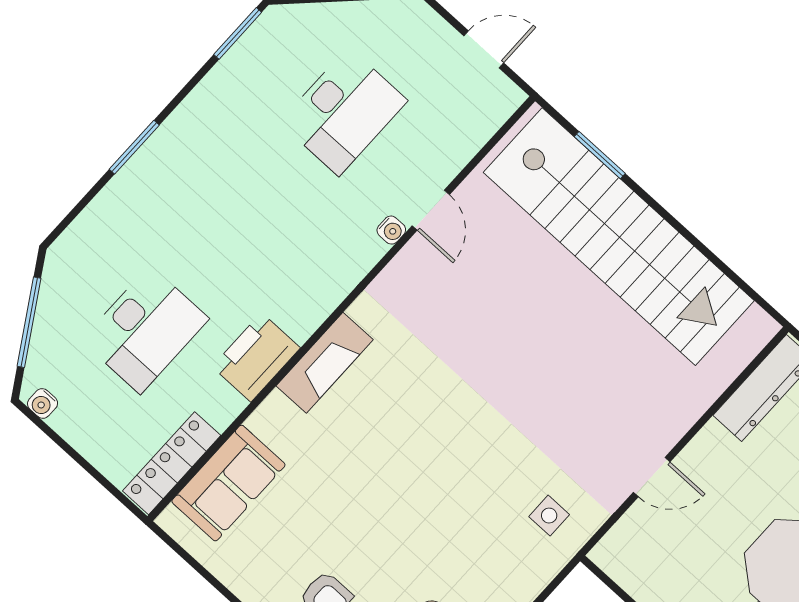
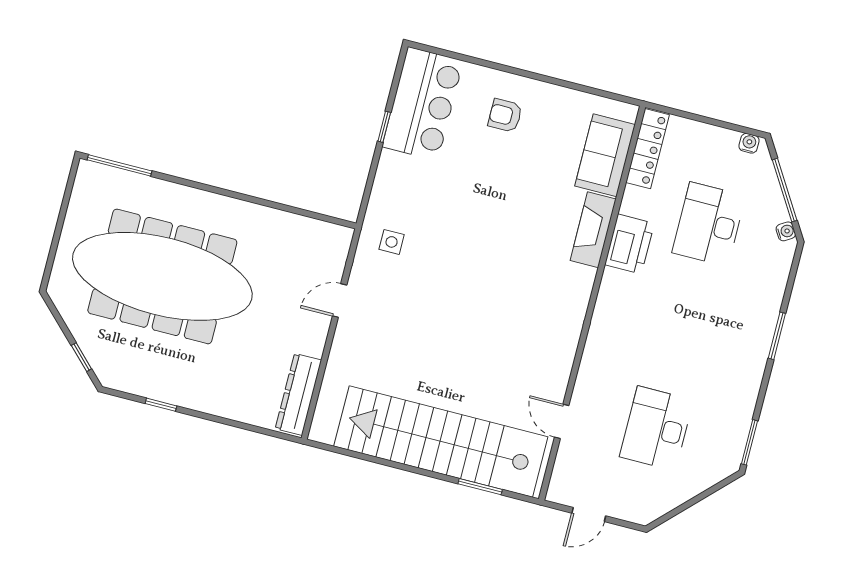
door: (431, 210) -> (562, 421), moved
water cooler: (391, 230) -> (786, 231), moved, turned 148
fireplace: (325, 363) -> (593, 230), moved

